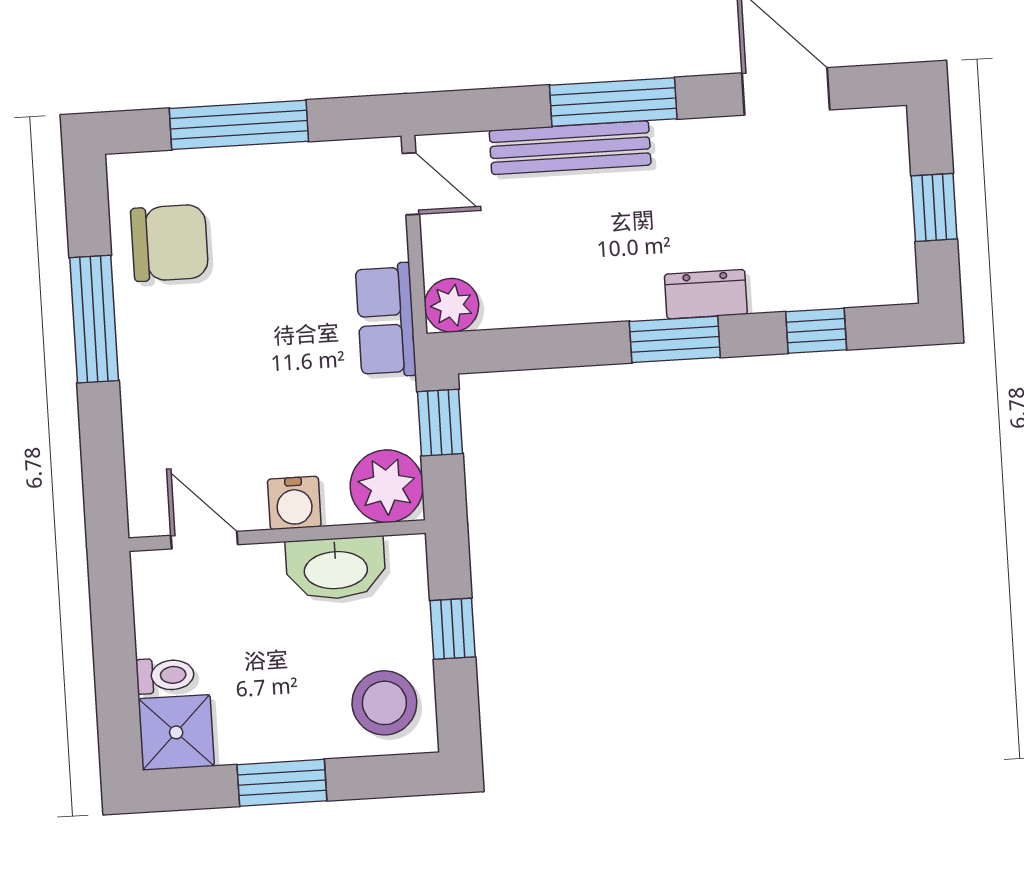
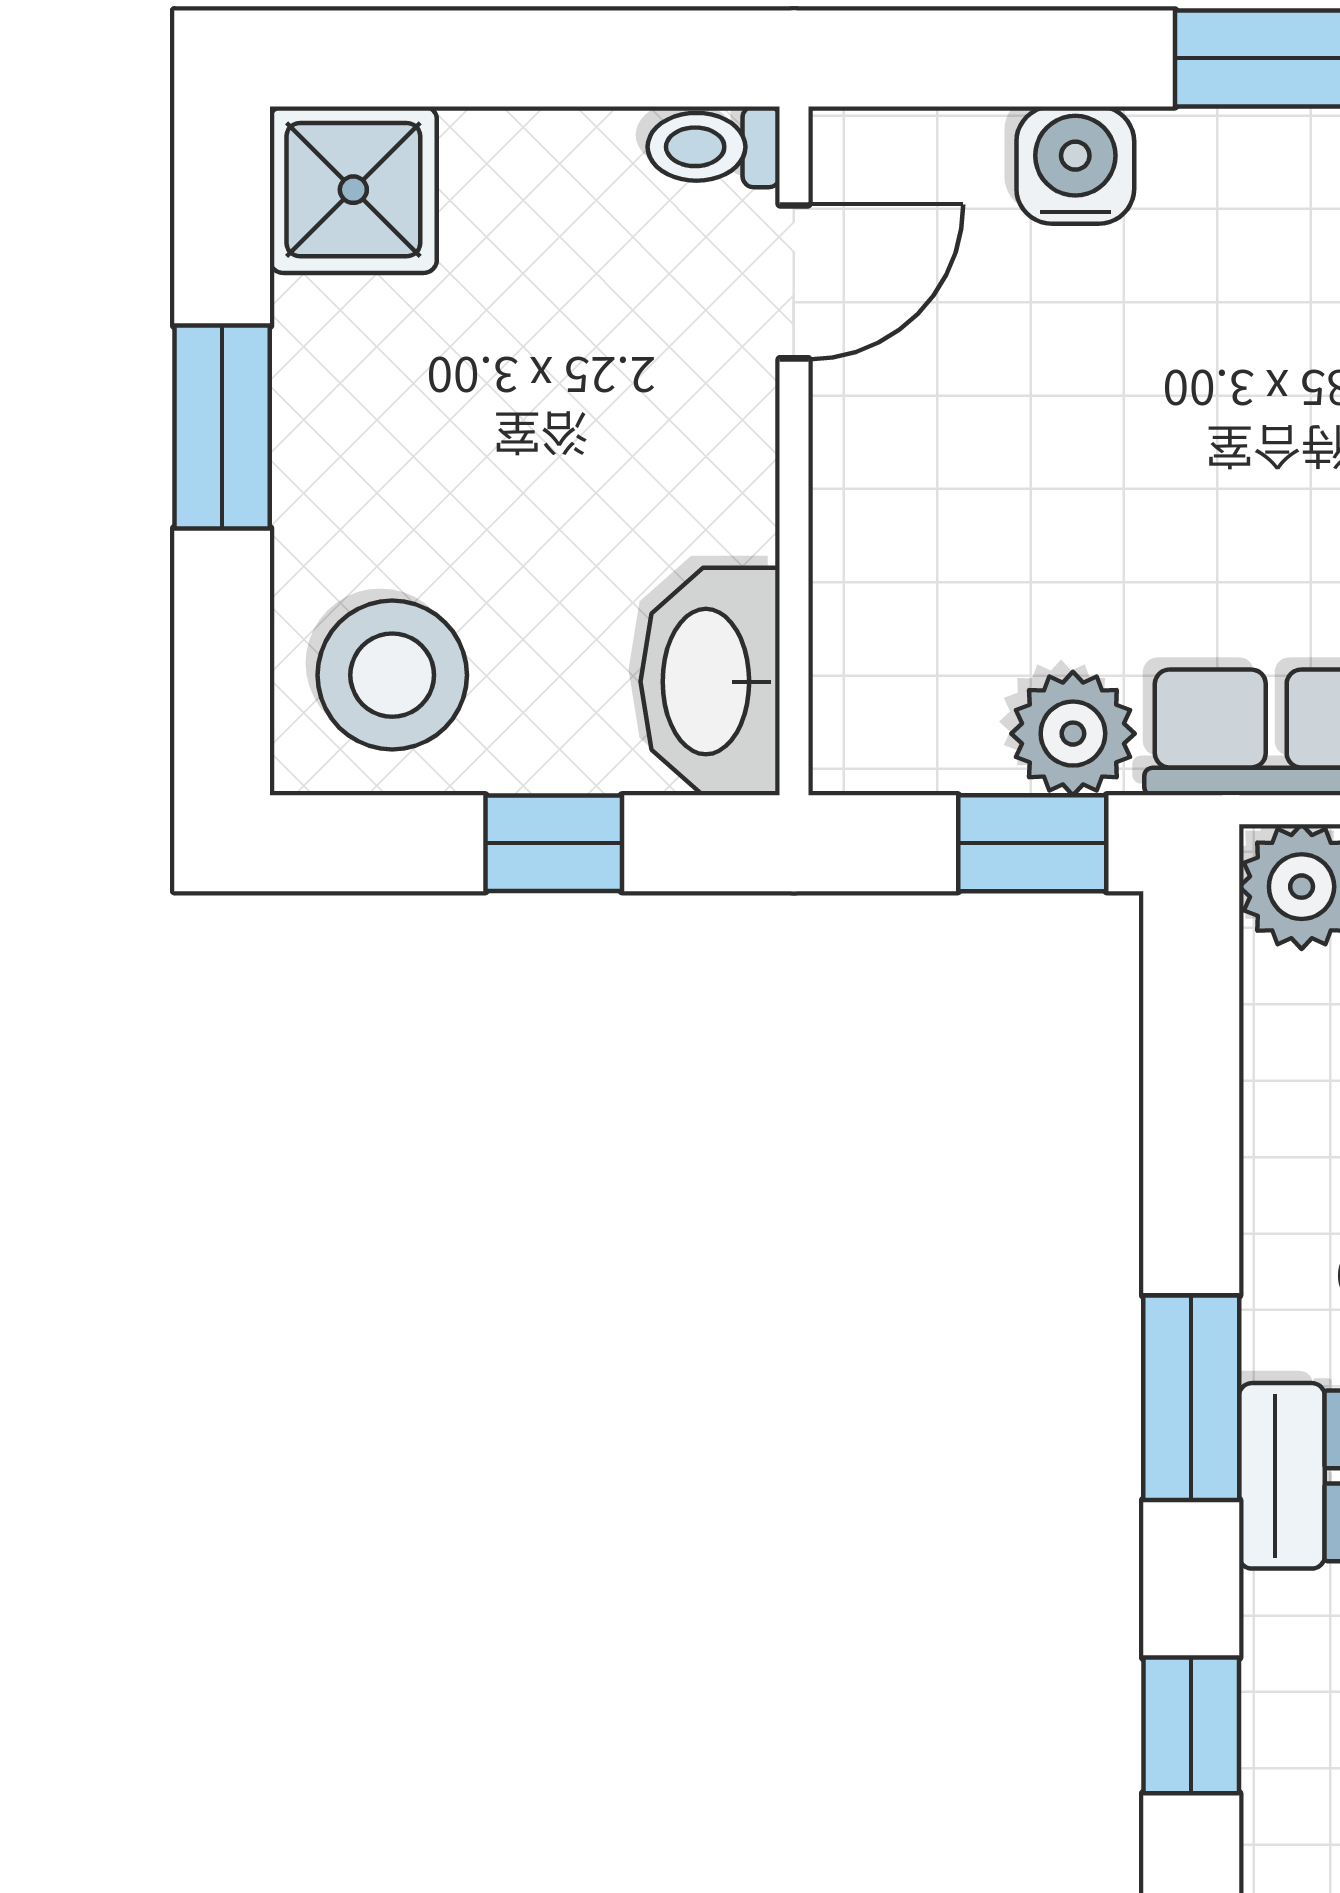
plant: (387, 486) -> (1073, 734), moved, width x0.73, depth x0.73
water cooler: (294, 503) -> (1075, 165), moved, turned 90
washbasin: (336, 568) -> (710, 682), moved
toilet: (165, 675) -> (714, 147), moved, turned 90

